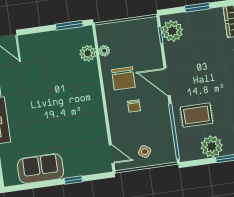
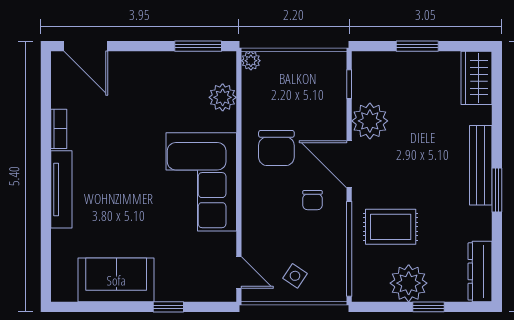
plant: (172, 31) -> (370, 121), moved
plant: (104, 51) -> (251, 61), moved
corner sofa: (82, 104) -> (201, 182), added
chair: (134, 106) -> (312, 200), moved

